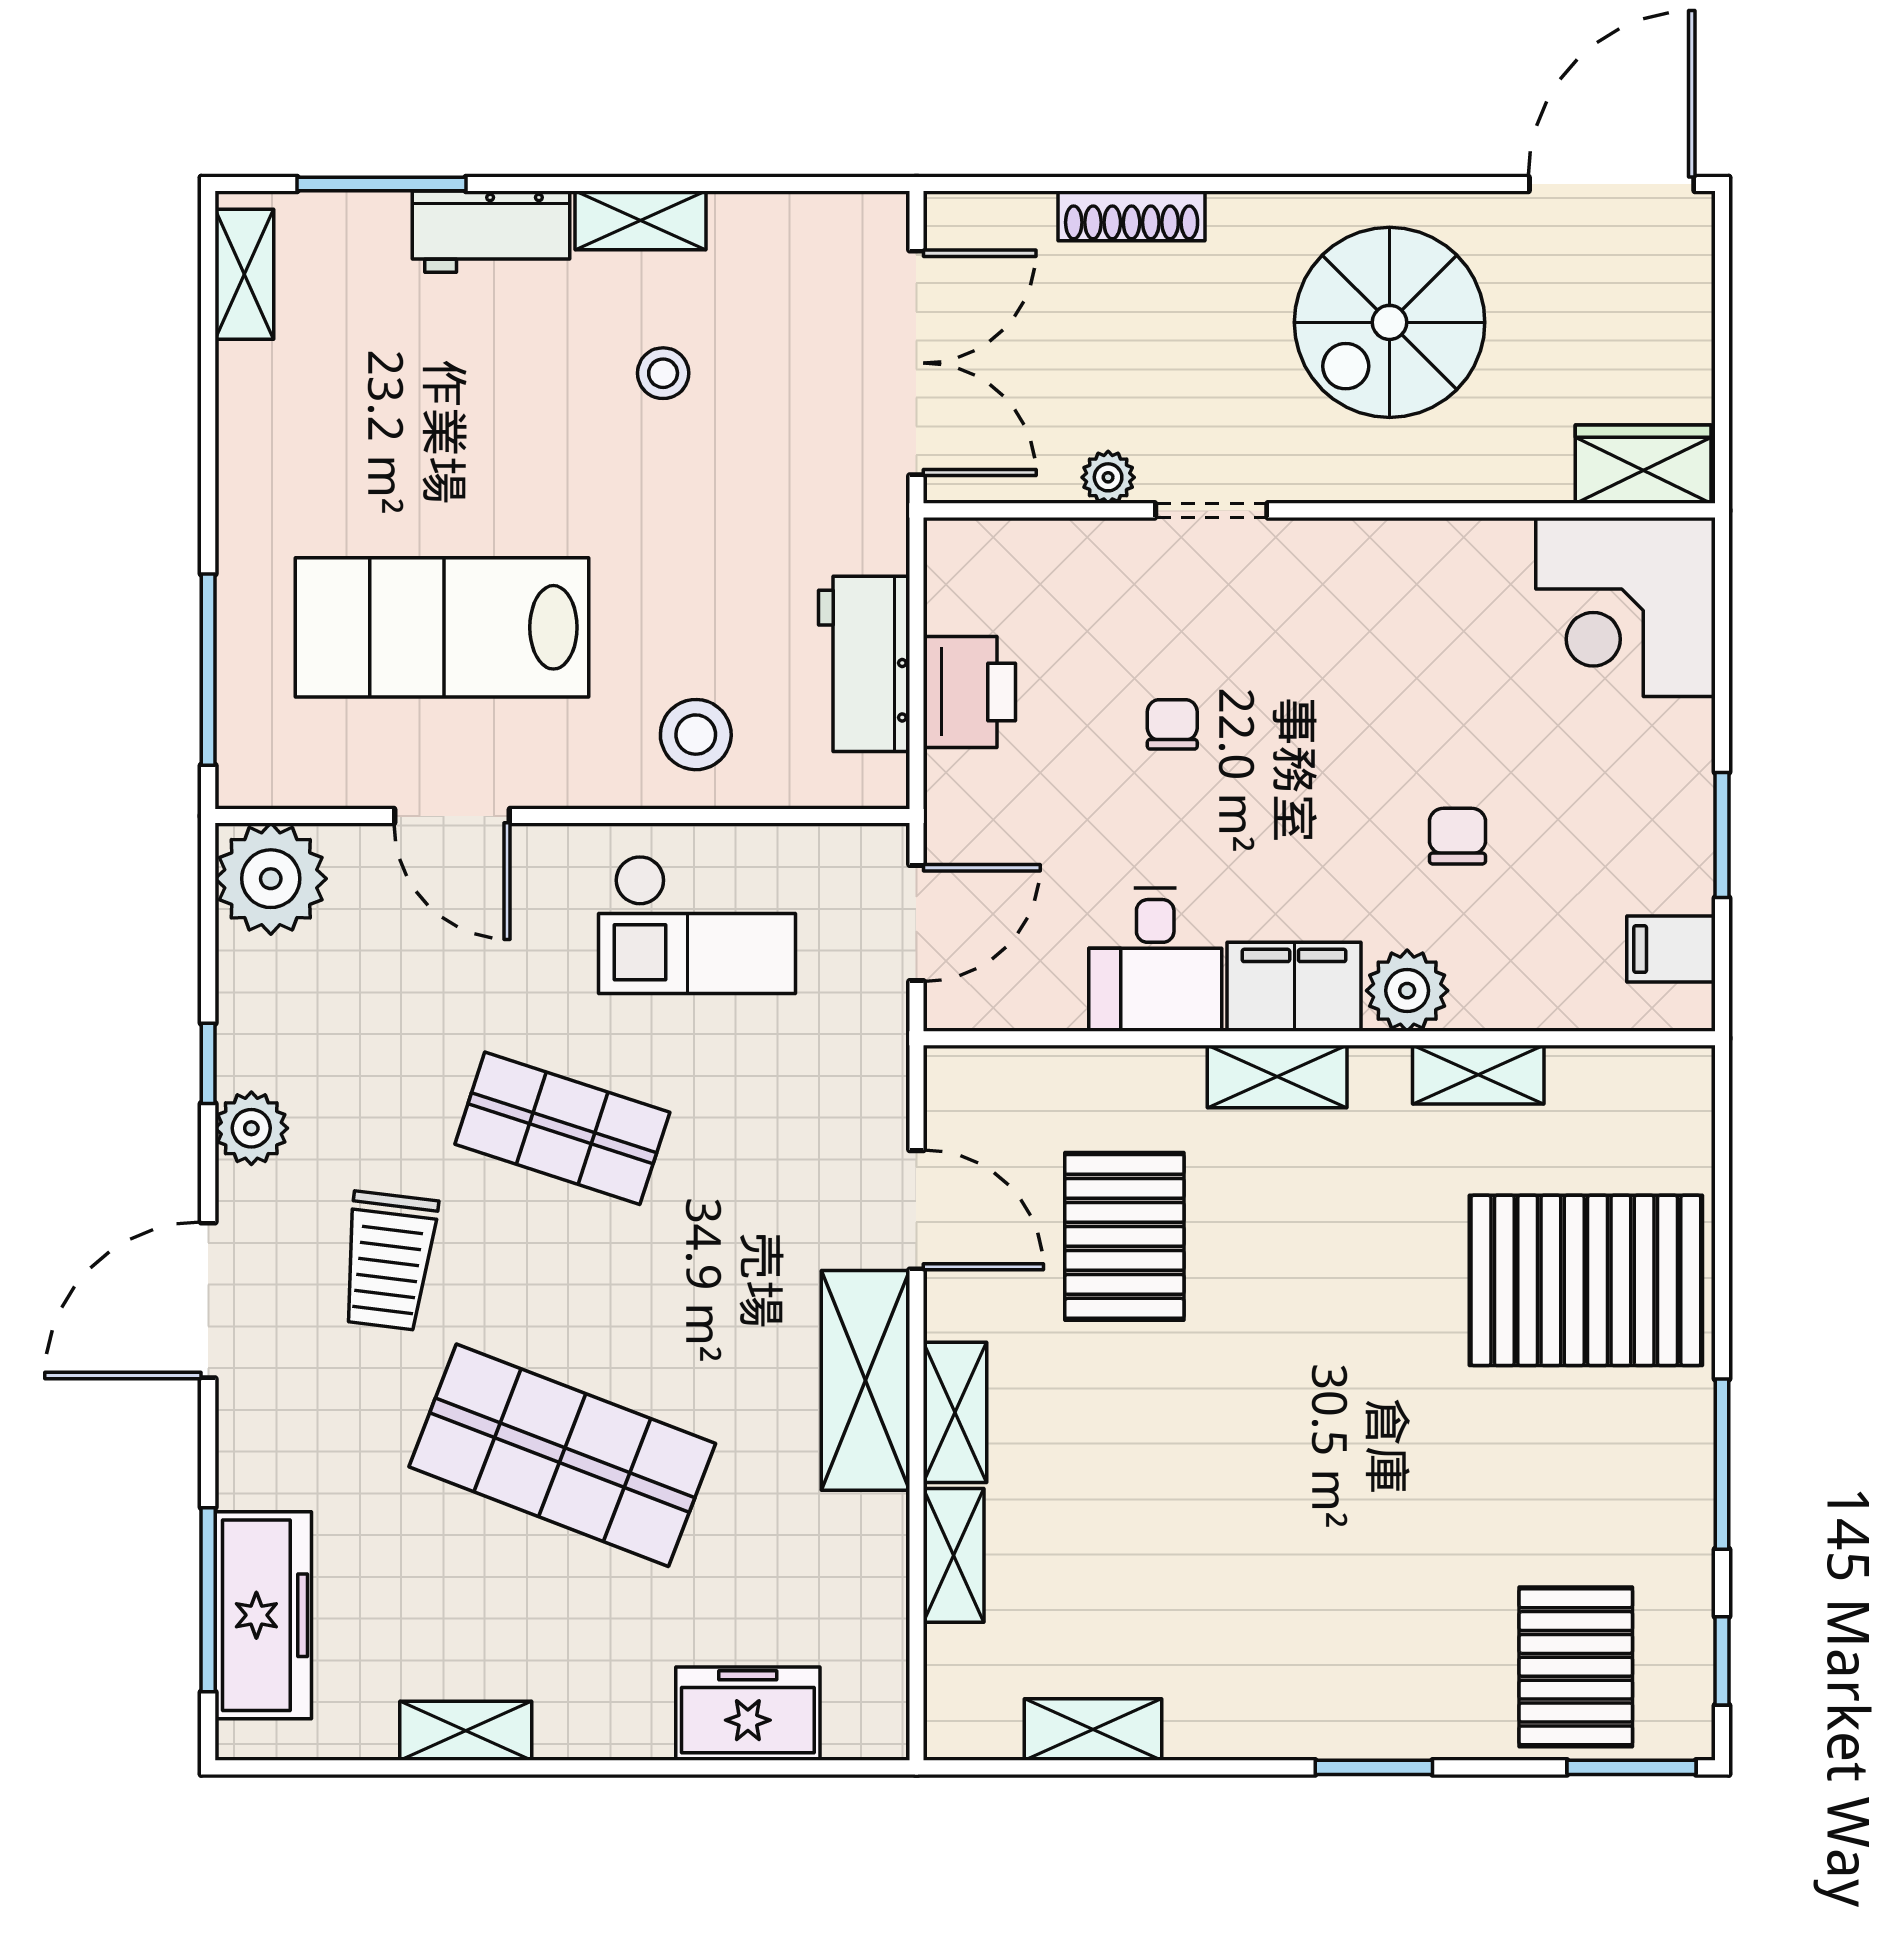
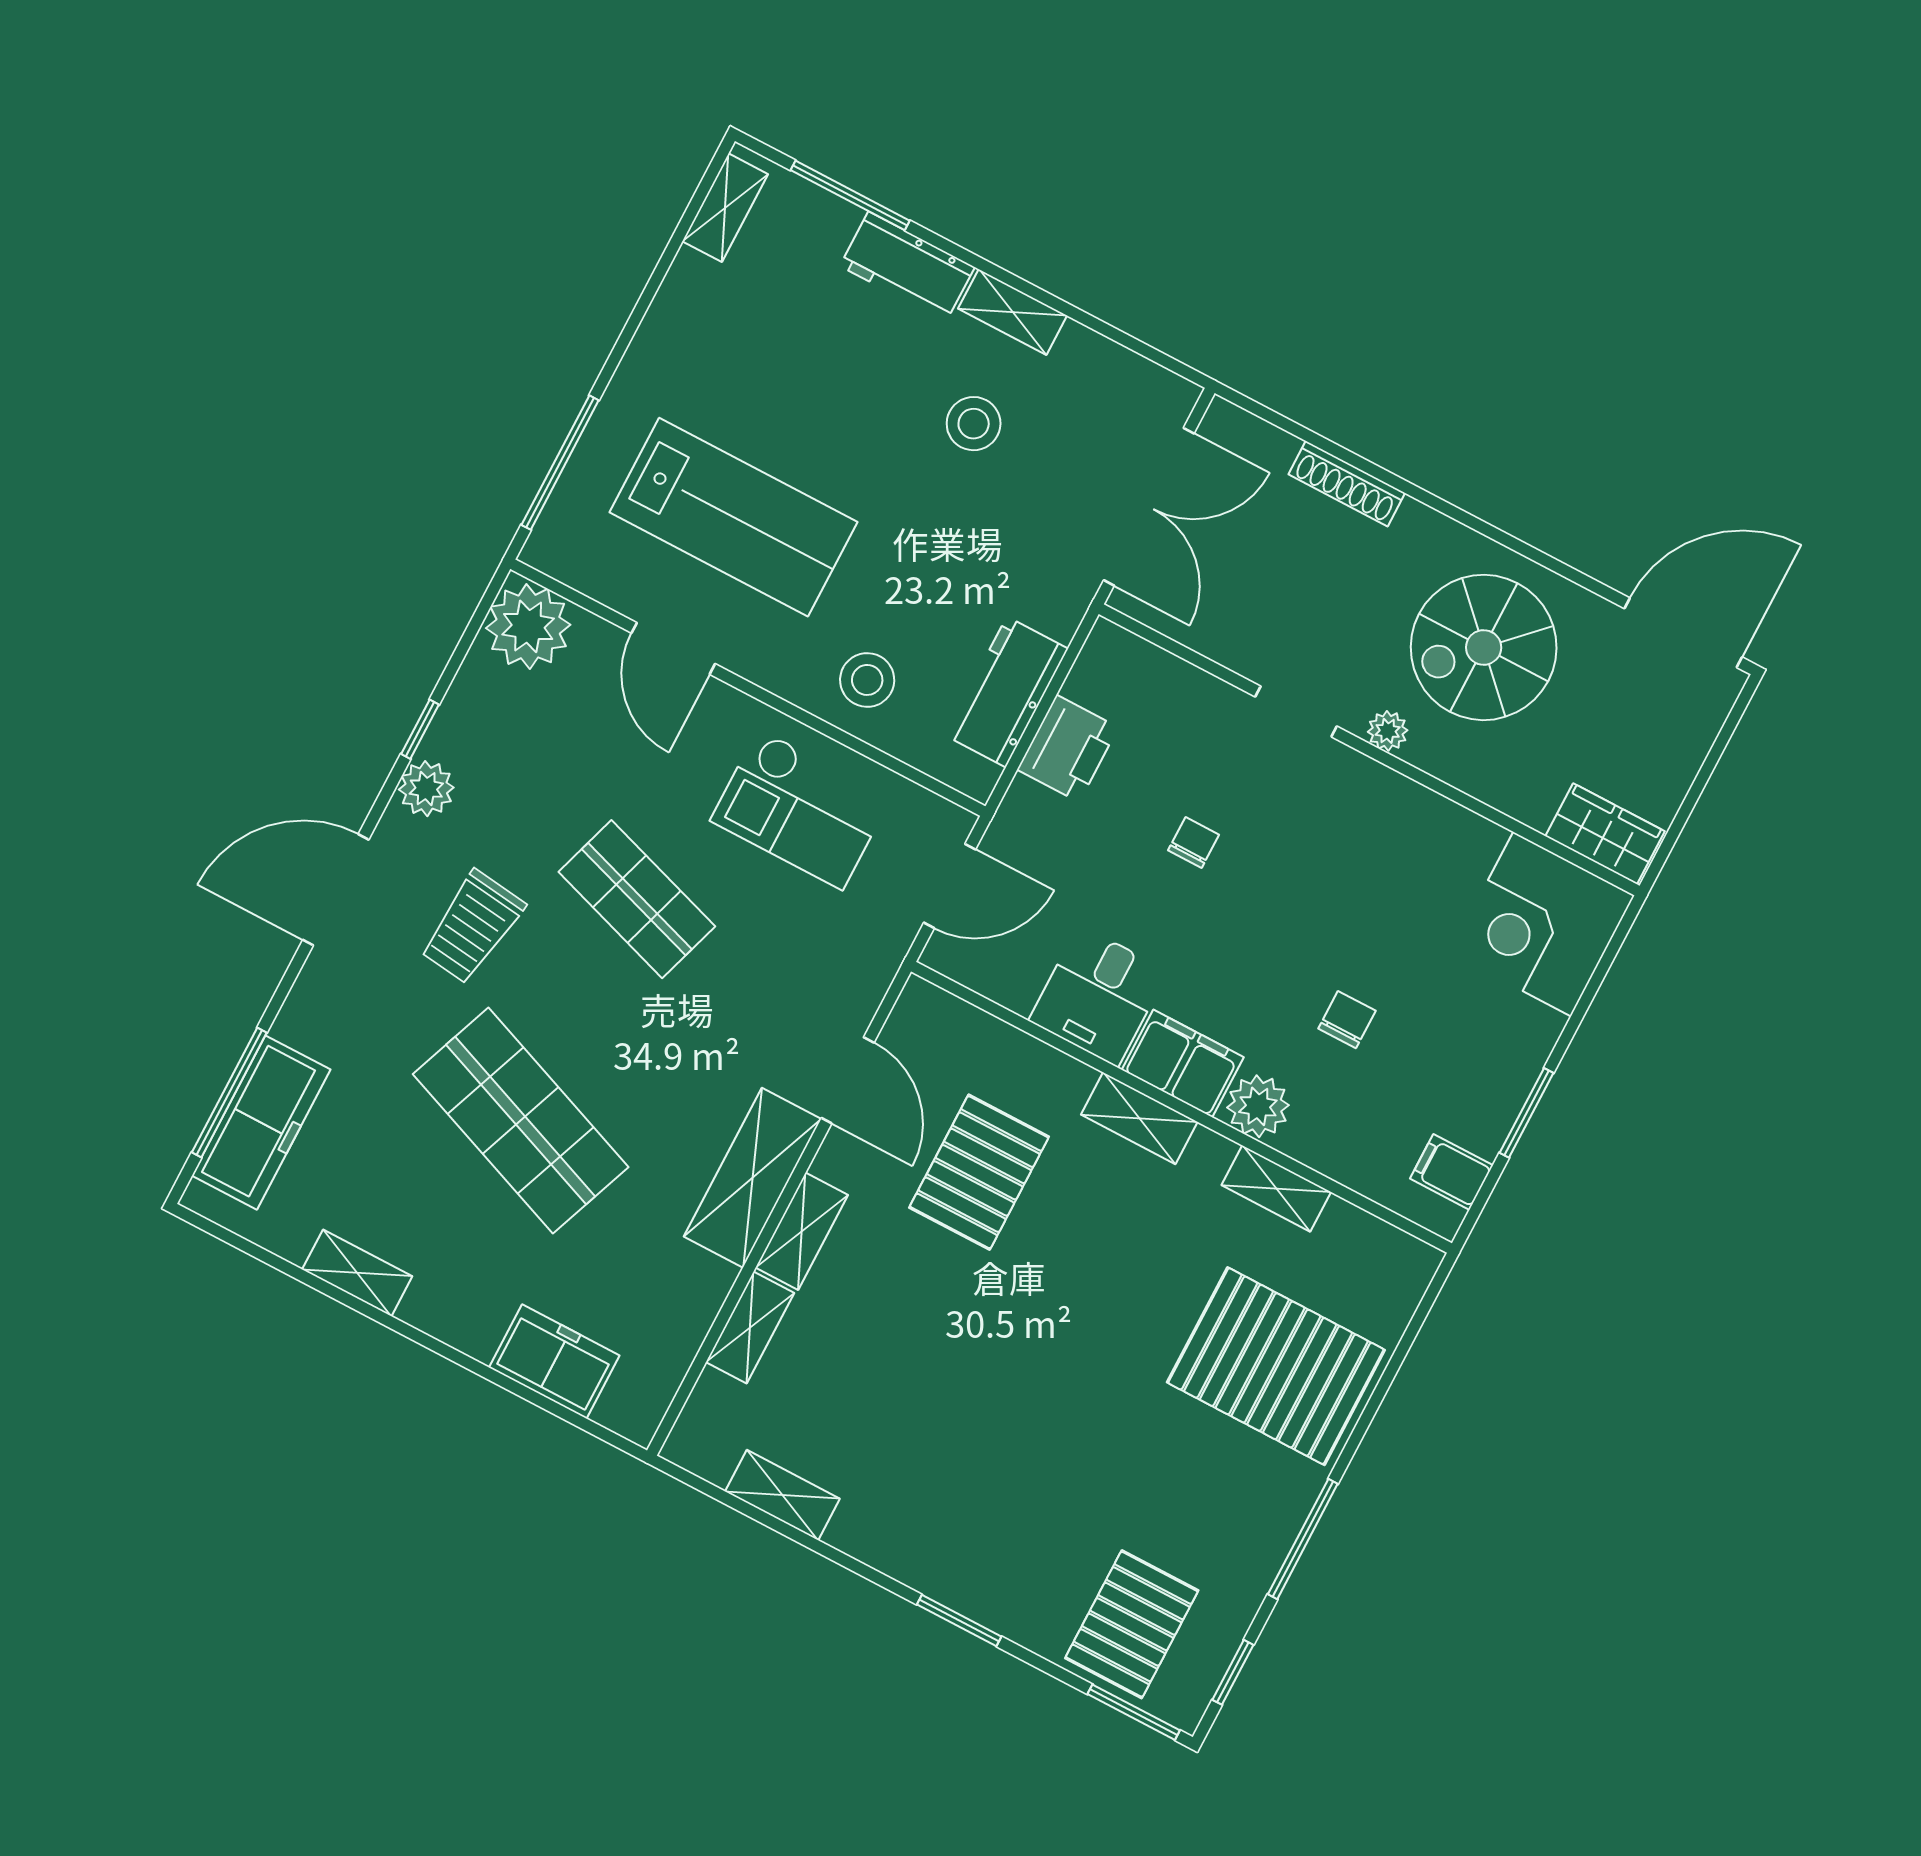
stool: (663, 373) -> (974, 424), width x1.37, depth x1.37
plant: (1108, 477) -> (1388, 731), moved
lab bench: (442, 627) -> (733, 517), turned 180

